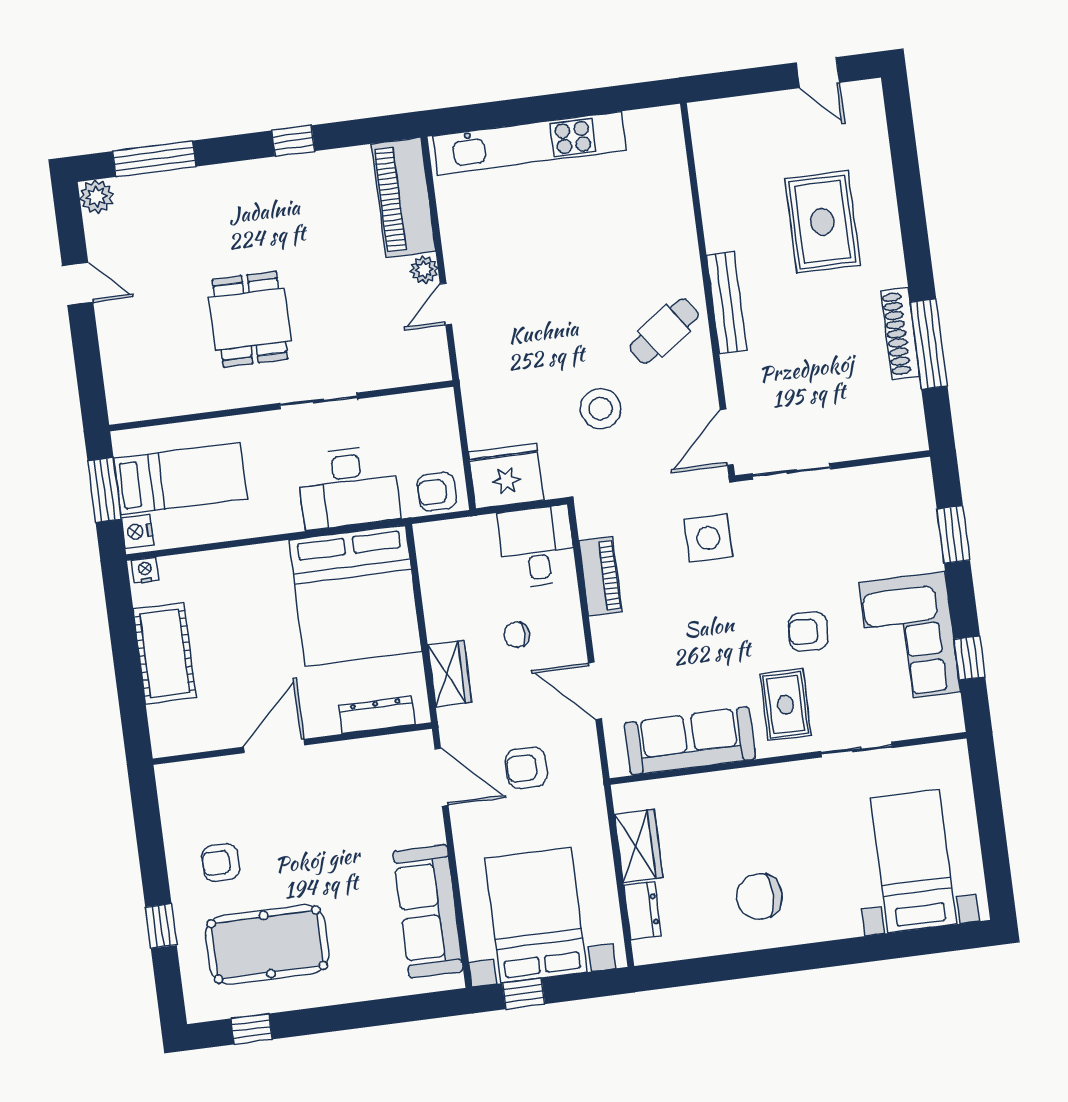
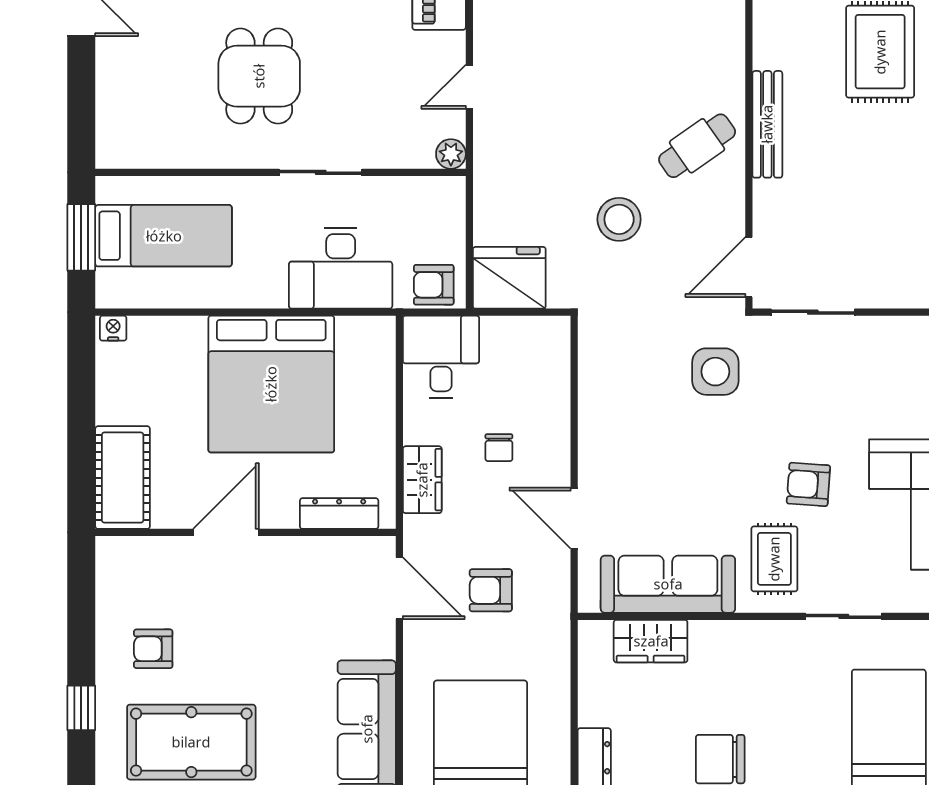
plant: (424, 270) -> (451, 154), moved
nightstand: (137, 531) -> (111, 286), removed
desk: (537, 546) -> (441, 357), moved
piano: (600, 576) -> (596, 397), removed
bed: (355, 596) -> (271, 384), moved
chair: (517, 635) -> (499, 448), turned -90
cot: (165, 653) -> (123, 478), moved
wardrobe: (639, 846) -> (651, 641), moved, turned 90

